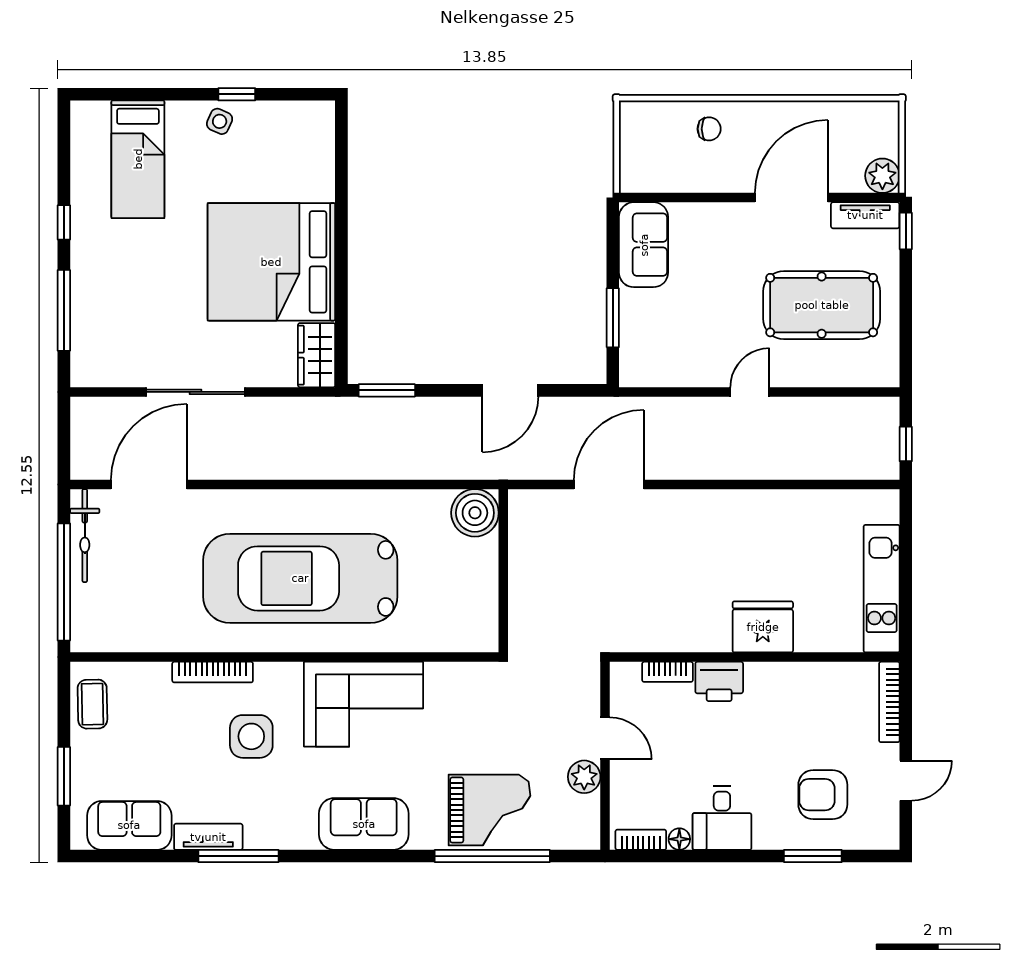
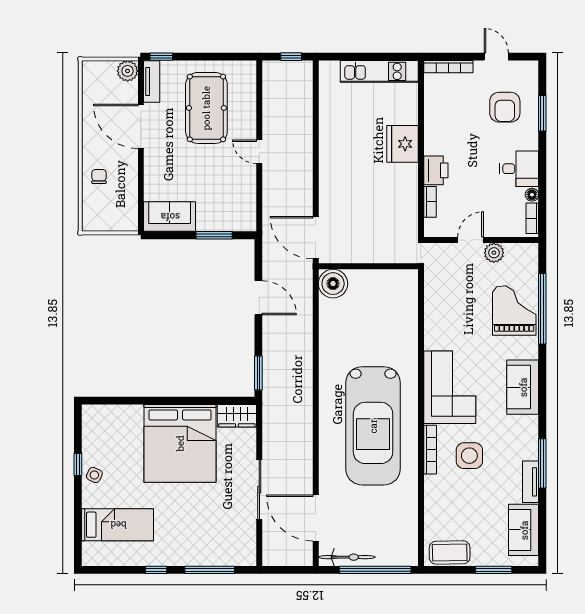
boiler: (475, 513) -> (333, 284), moved
wall: (503, 571) -> (368, 266), moved
bookcase: (213, 672) -> (430, 450), moved
coffee table: (92, 704) -> (450, 552), width x1.36, depth x1.30

